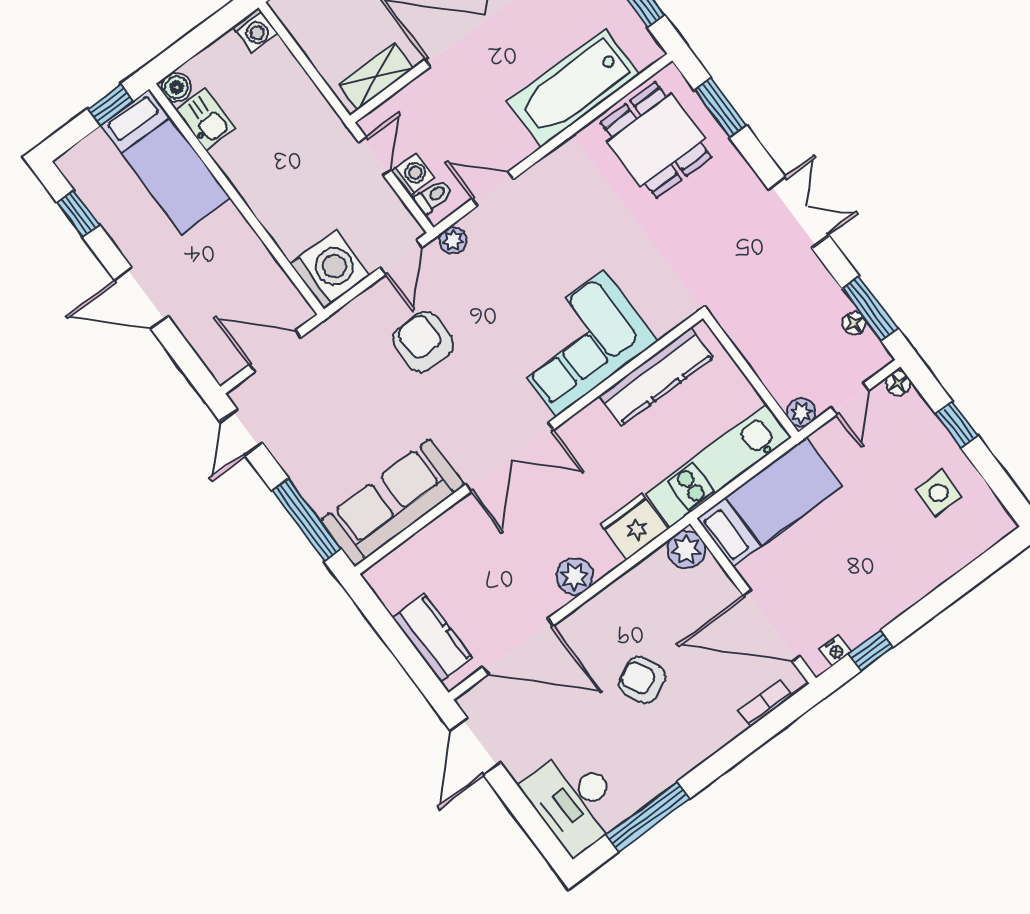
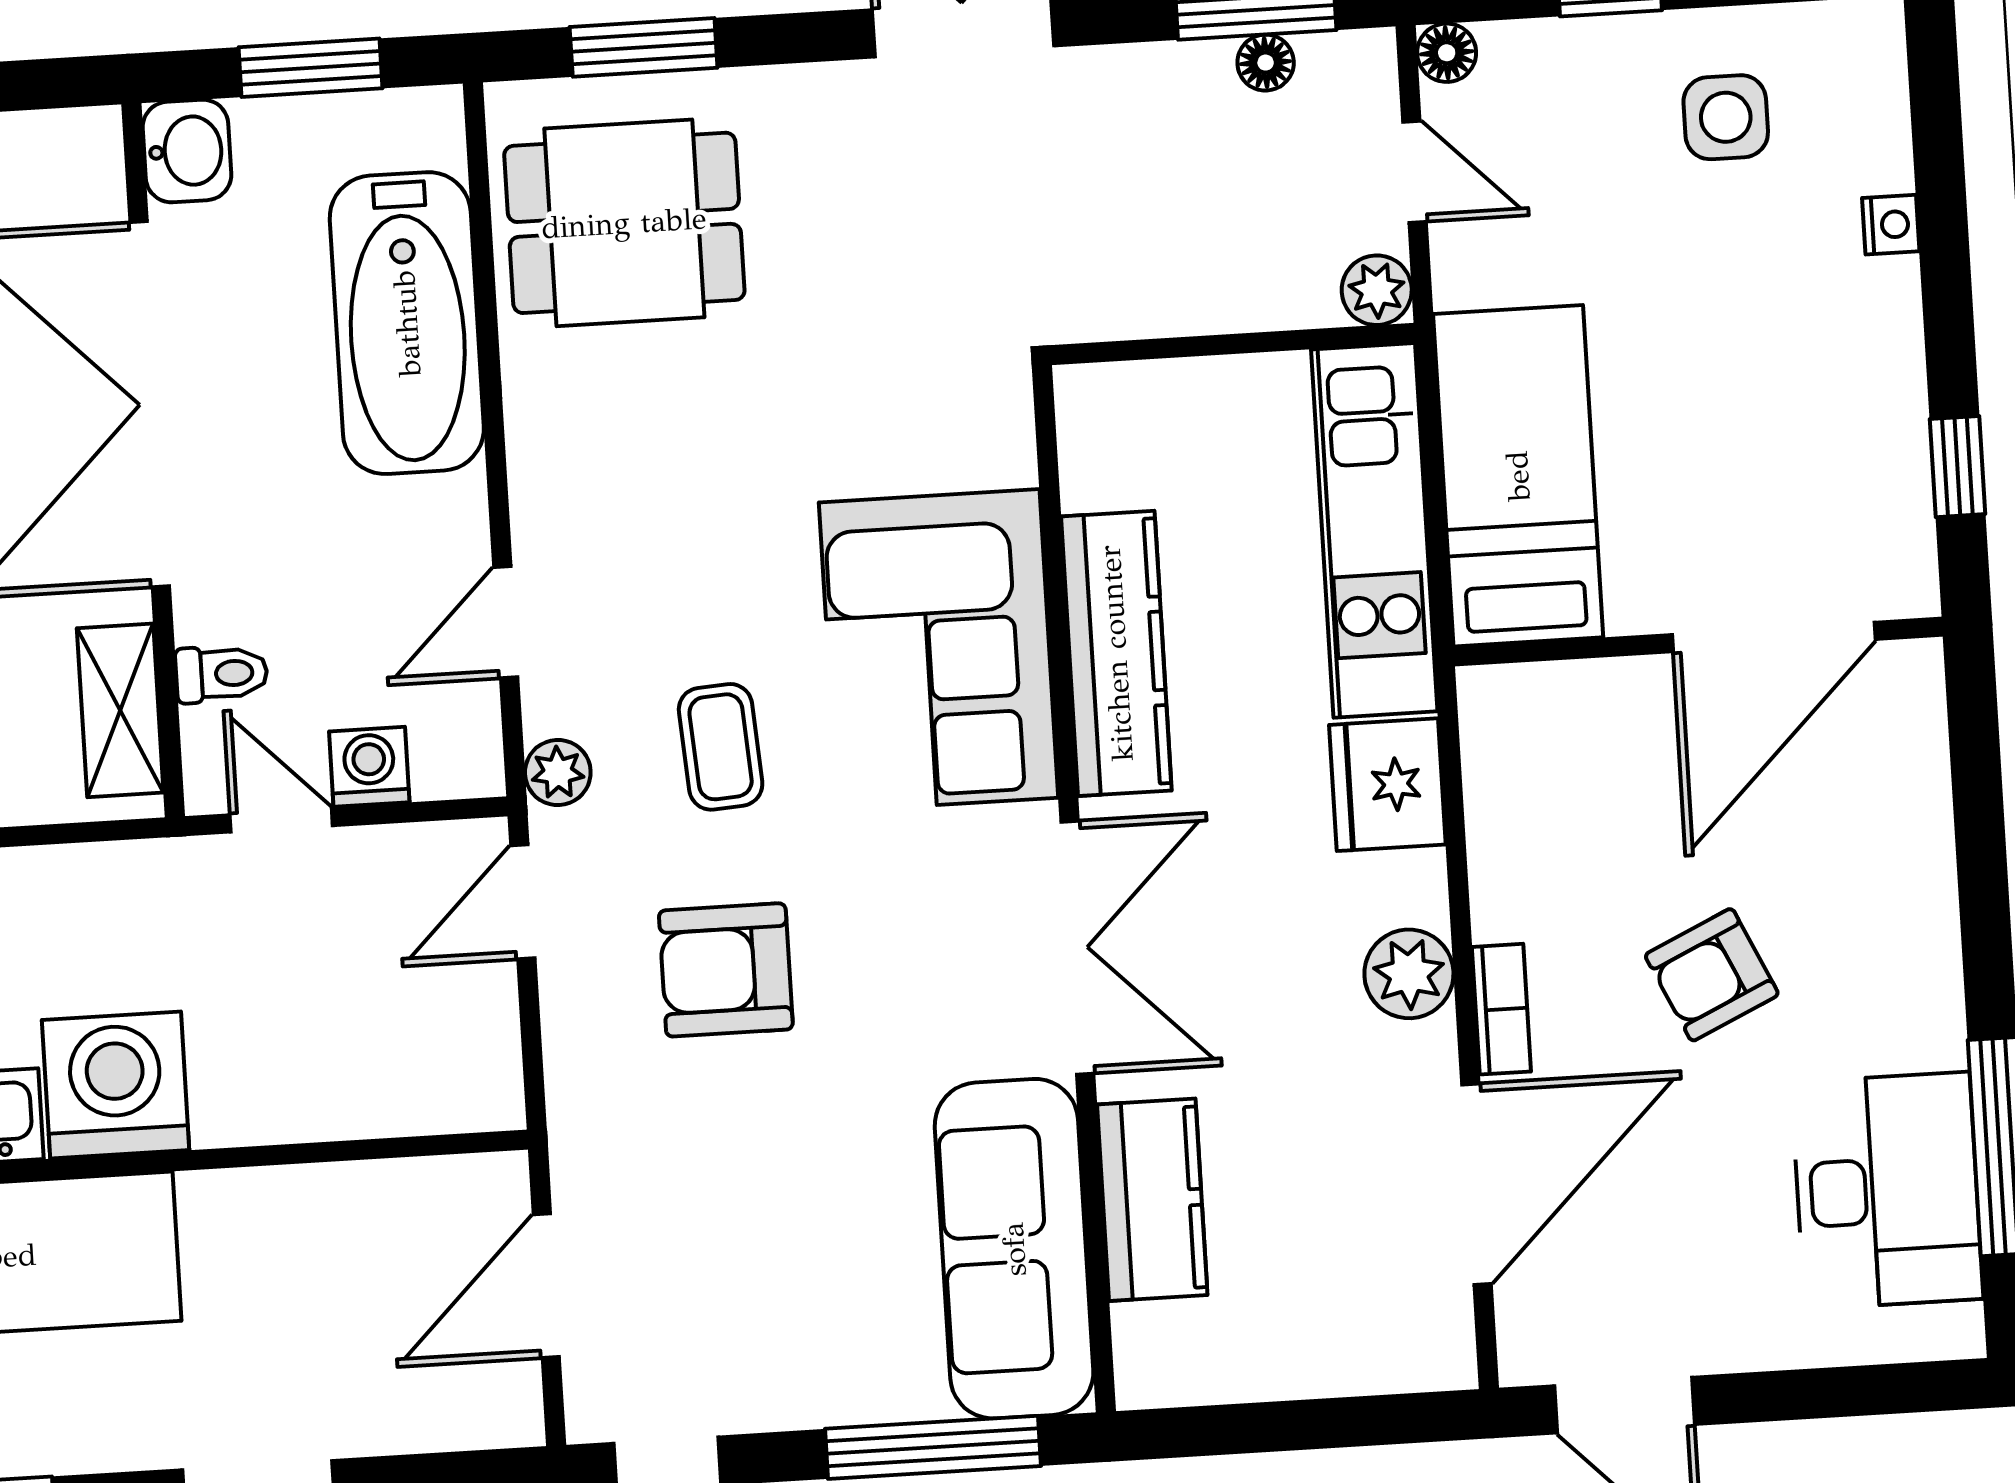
toilet: (433, 196) -> (222, 674), moved, turned 90
door: (401, 257) -> (523, 902), swing flipped
washing machine: (330, 270) -> (116, 1085), moved
coffee table: (498, 290) -> (721, 747), added
kitchen counter: (656, 377) -> (1116, 653), moved
plant: (686, 550) -> (1503, 710), removed
kitchen counter: (432, 638) -> (1152, 1200), moved, turned 90
nightstand: (835, 650) -> (1891, 225), moved
bookcase: (766, 703) -> (1501, 1009), moved, turned 180
desk: (574, 801) -> (1887, 1191), moved, turned -90

